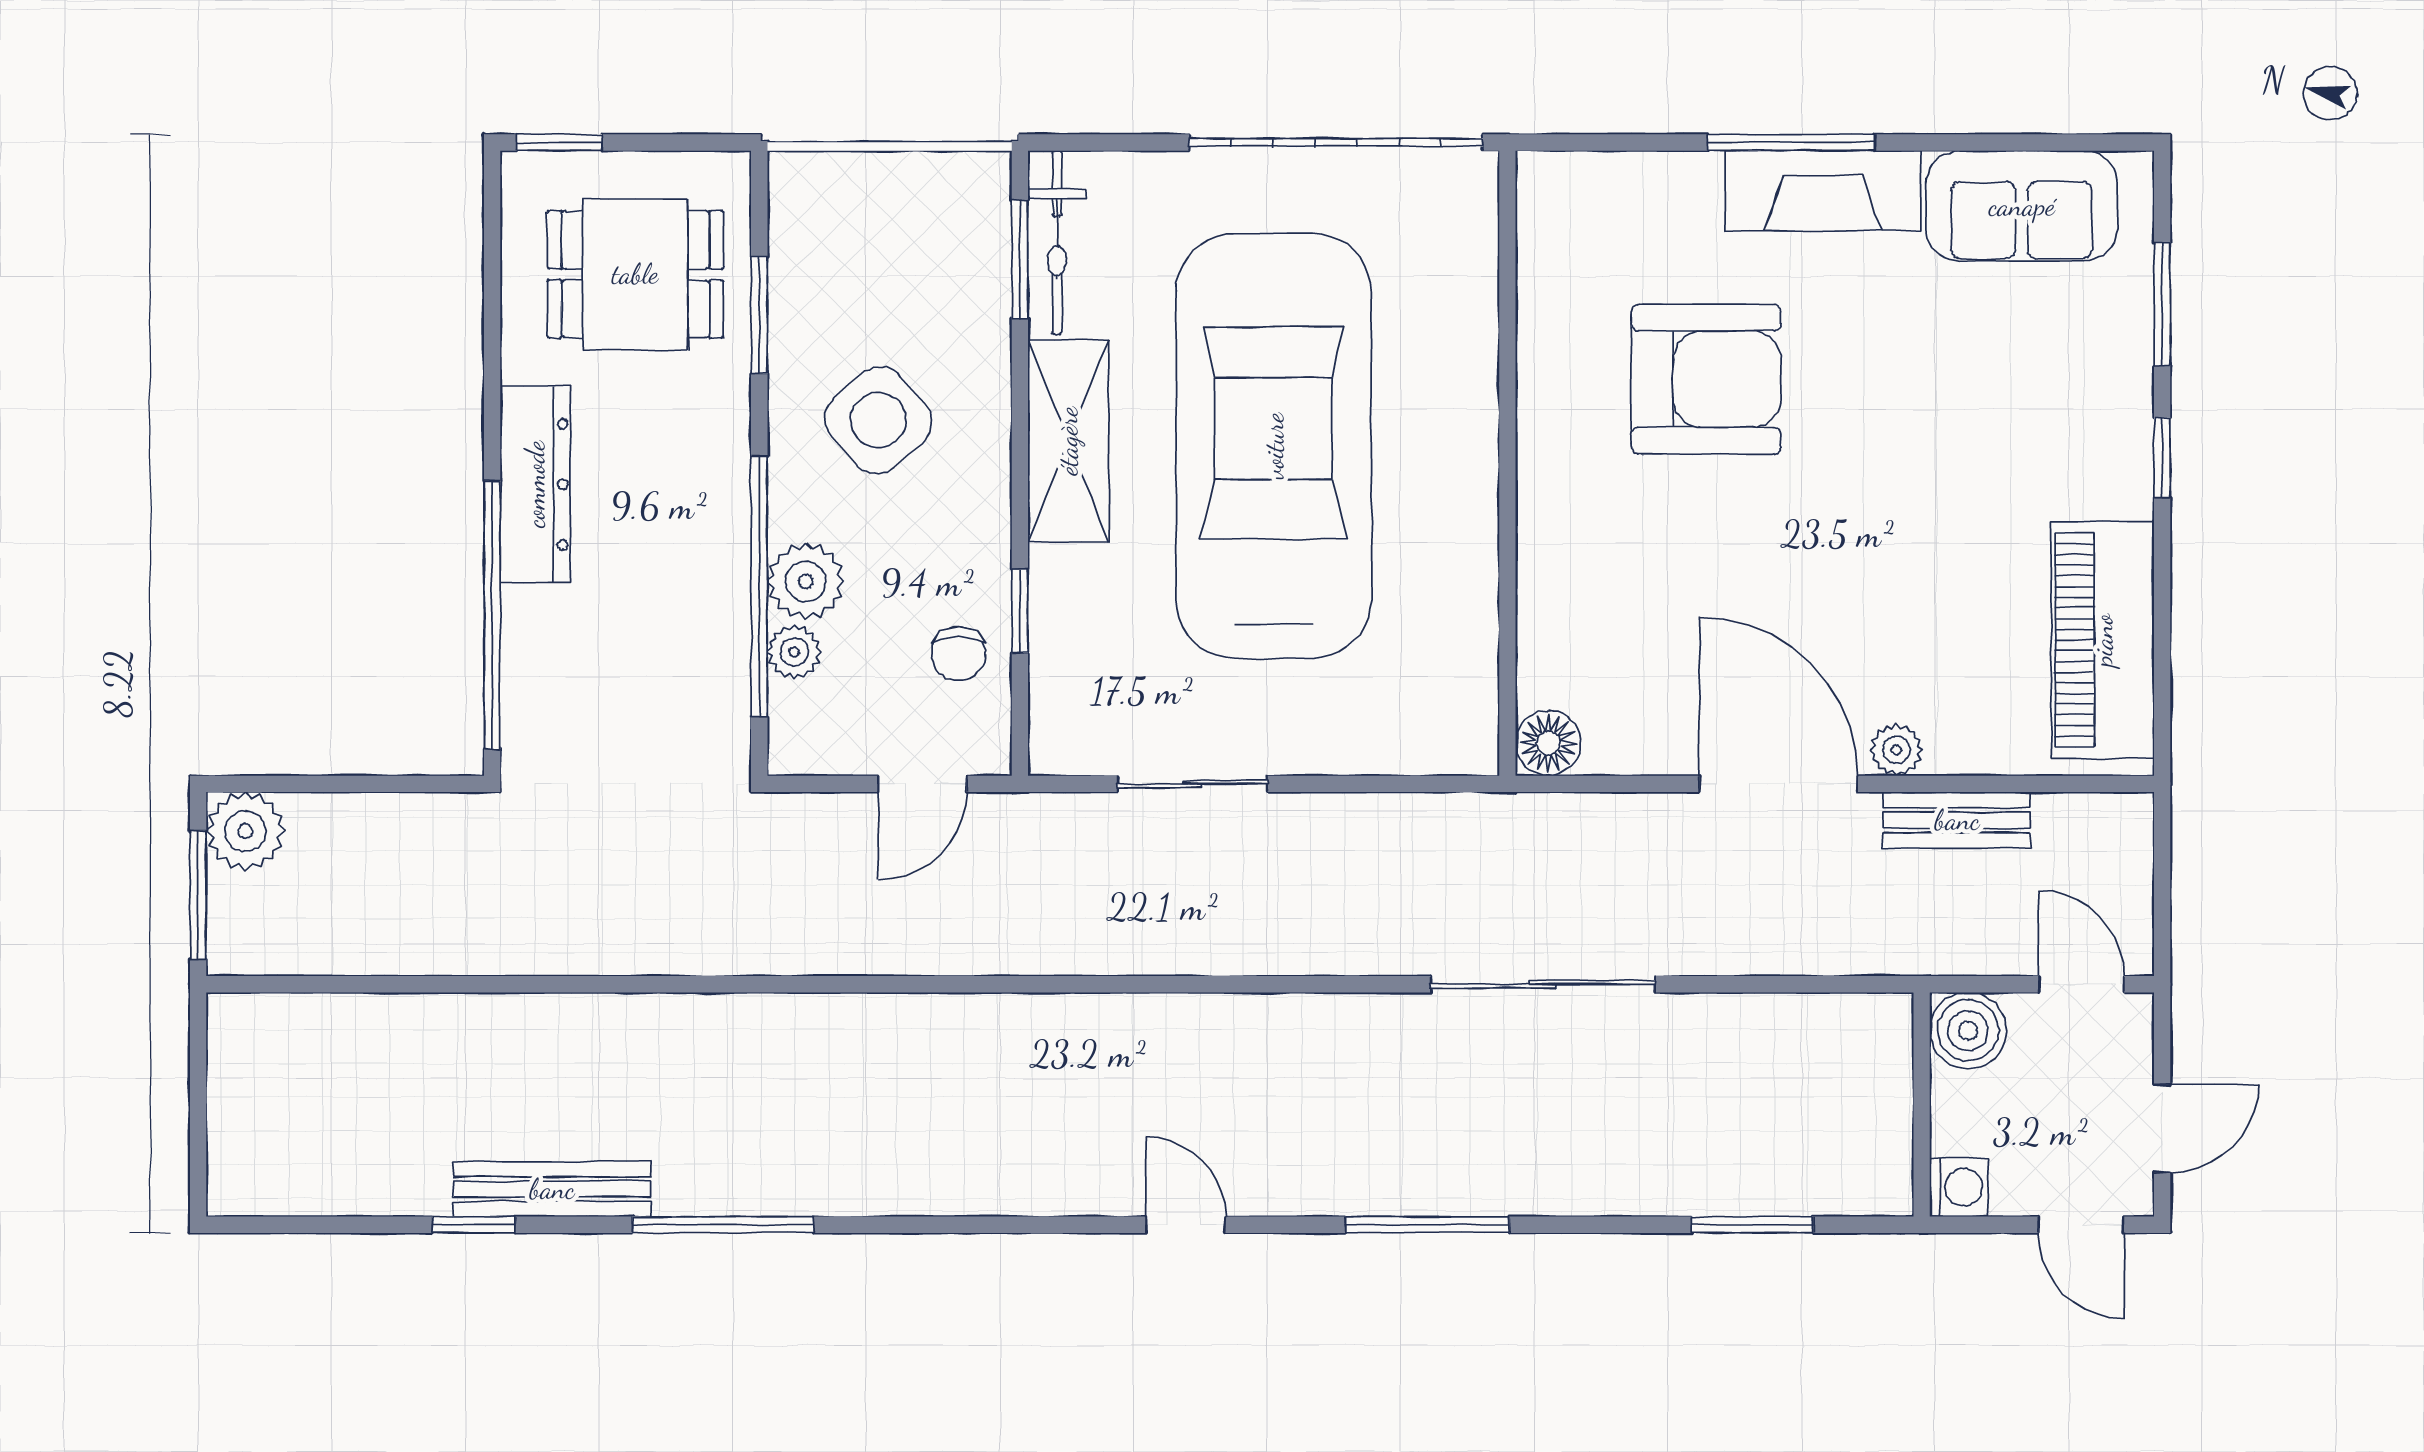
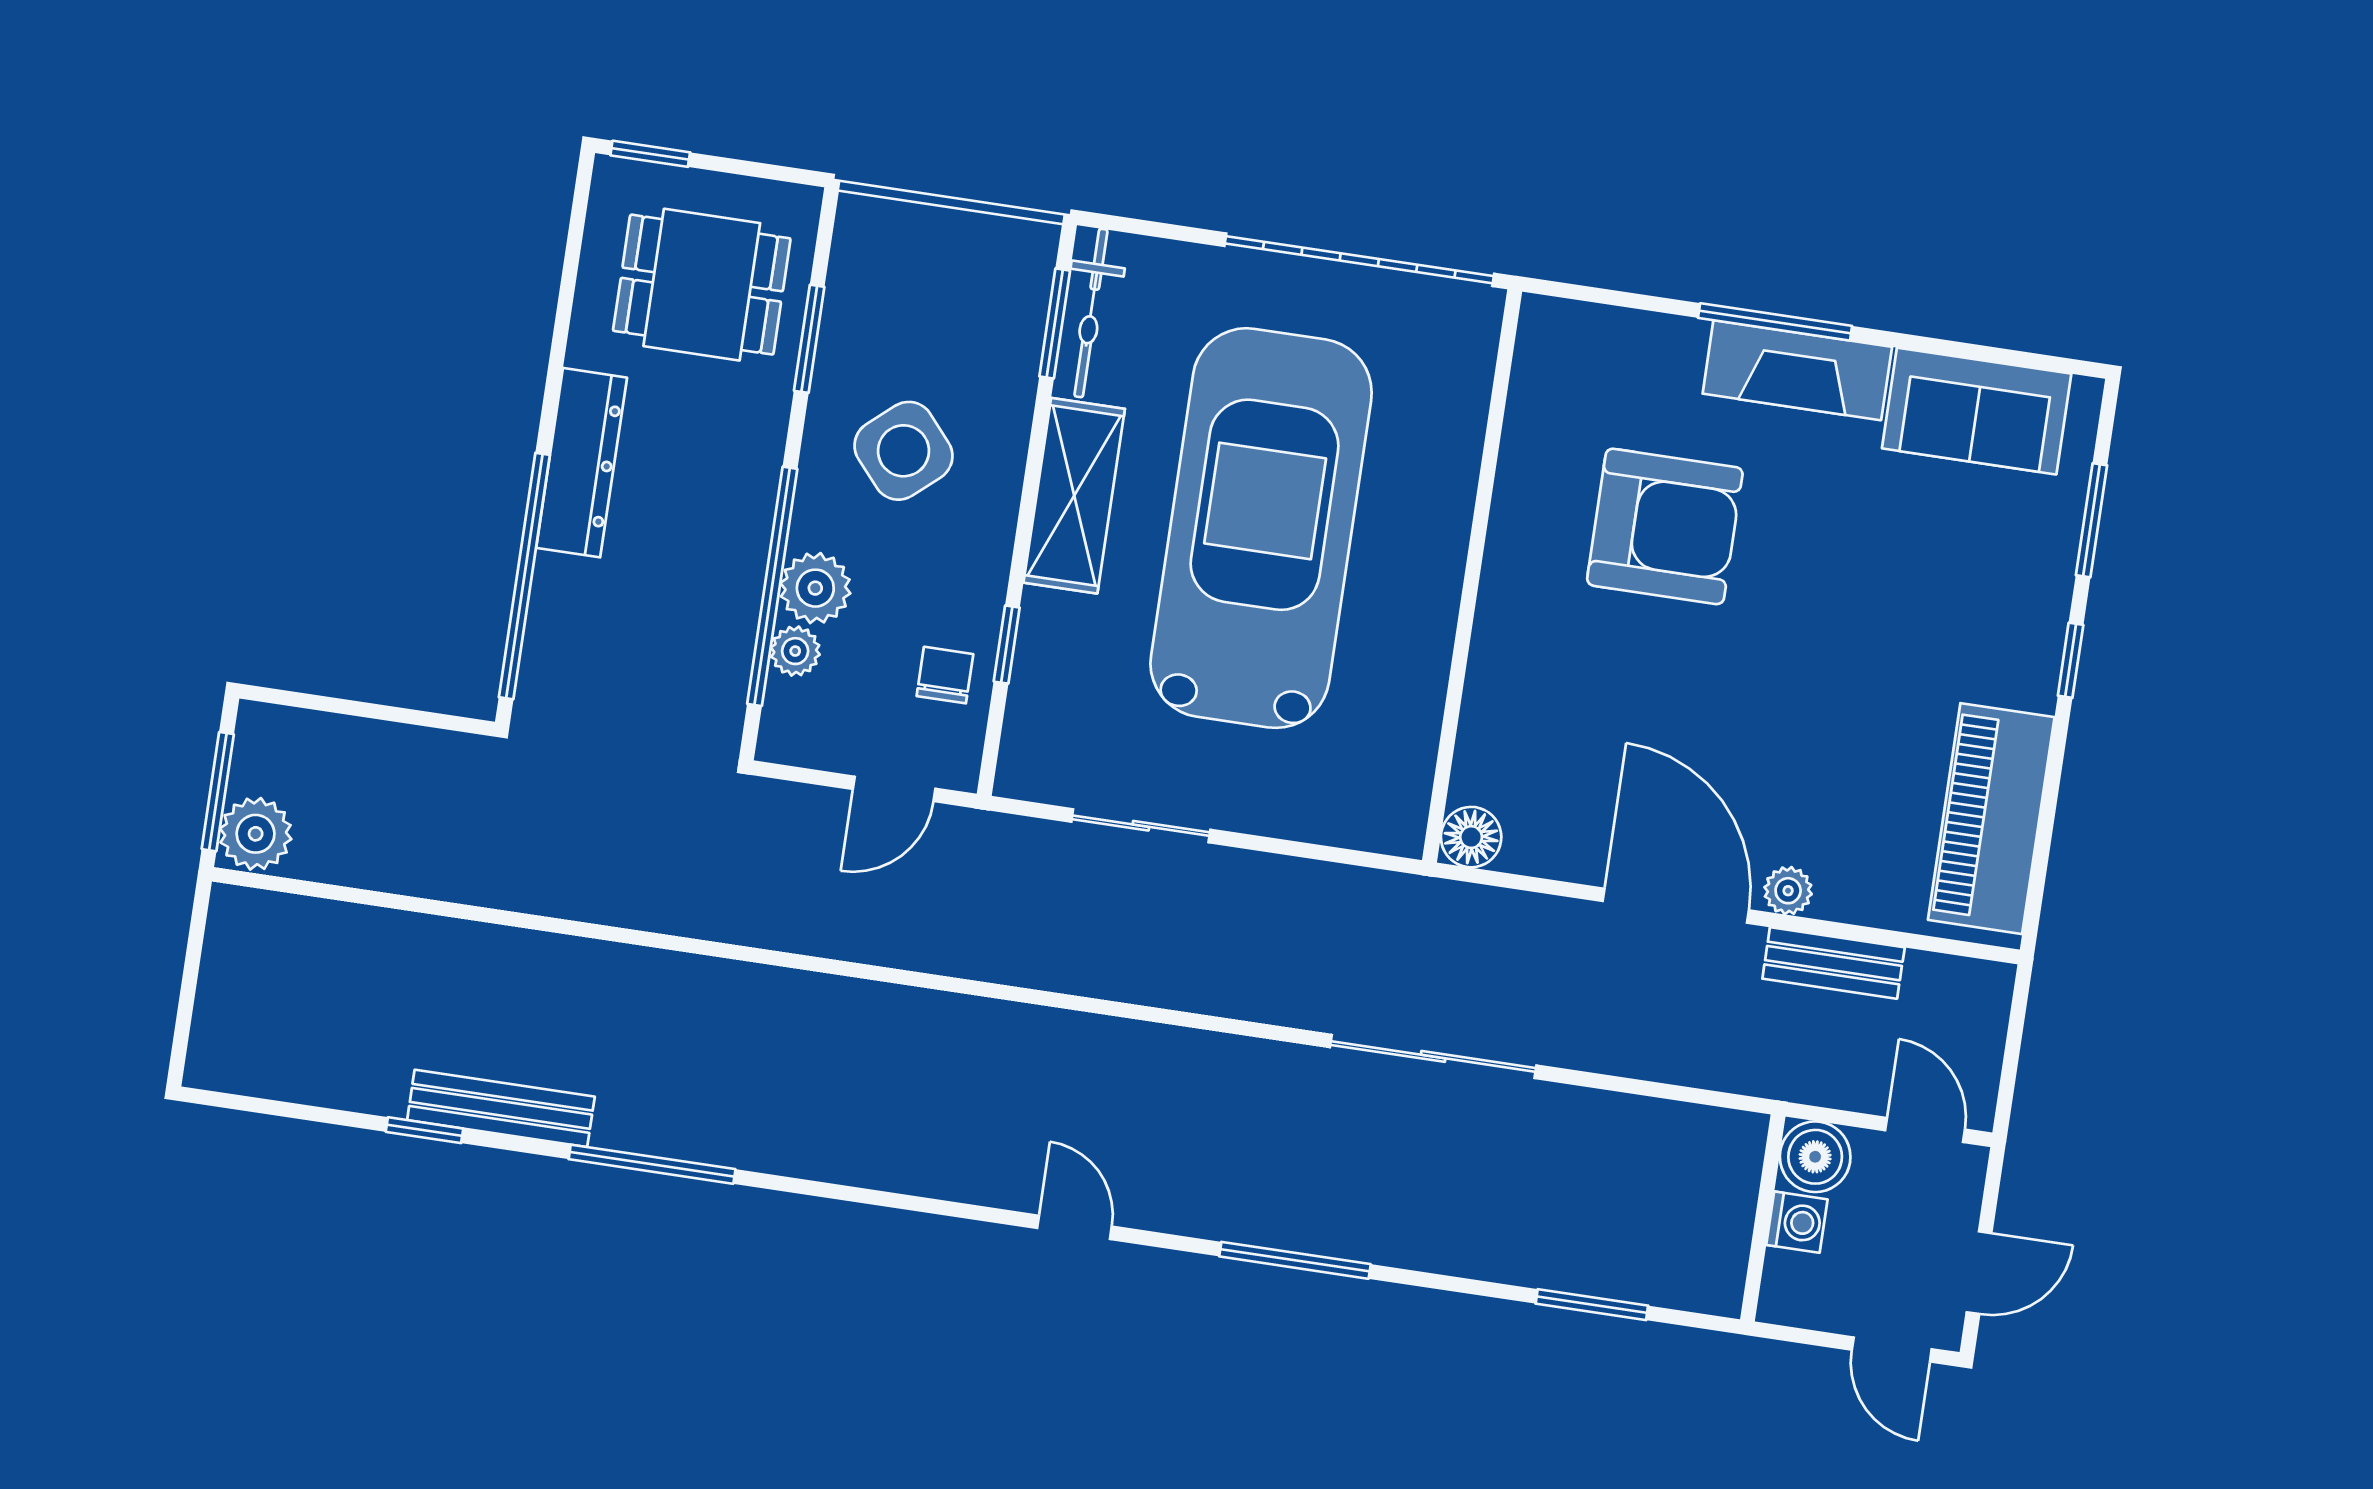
chair: (958, 654) -> (945, 675), turned 180
plant: (245, 831) -> (256, 834), moved
washing machine: (1959, 1187) -> (1797, 1222), moved

